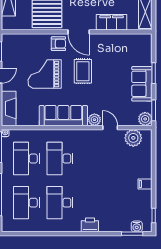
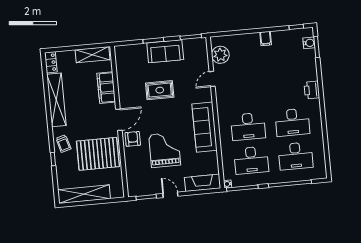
rug: (83, 71) -> (160, 90), moved
grand piano: (45, 74) -> (165, 150), turned 180
plant: (145, 119) -> (200, 45), removed
plant: (94, 120) -> (206, 95), removed

